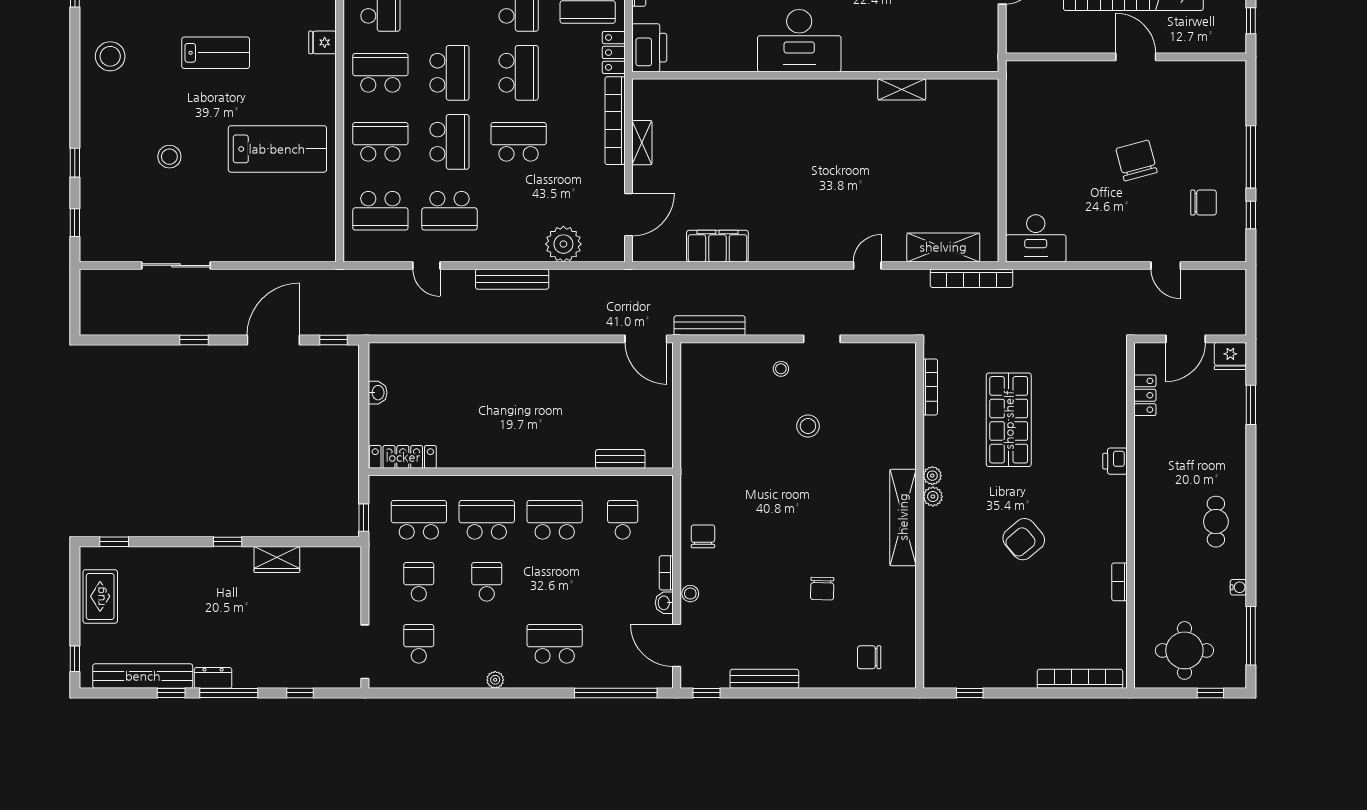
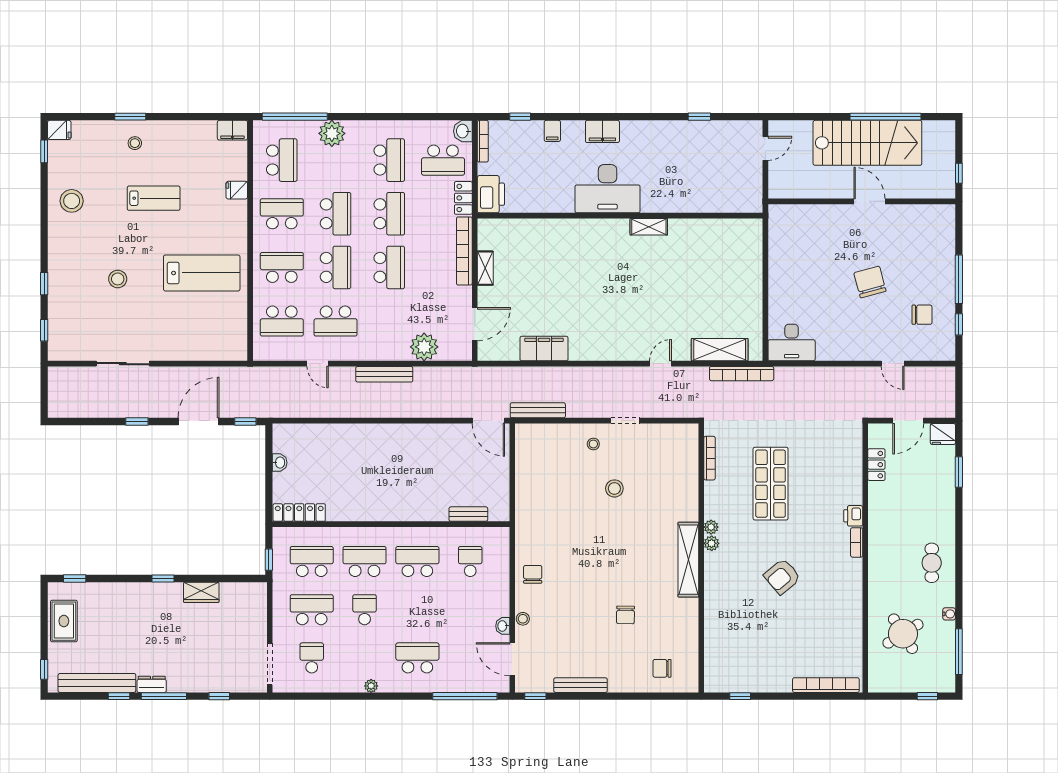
shelving: (902, 89) -> (649, 227), moved
school desk: (519, 142) -> (389, 267), turned 90
bookcase: (666, 573) -> (504, 603), removed
school desk: (419, 582) -> (312, 610), width x1.85
bookcase: (1119, 582) -> (857, 542), moved
round table: (1184, 650) -> (903, 634), moved, turned -32

